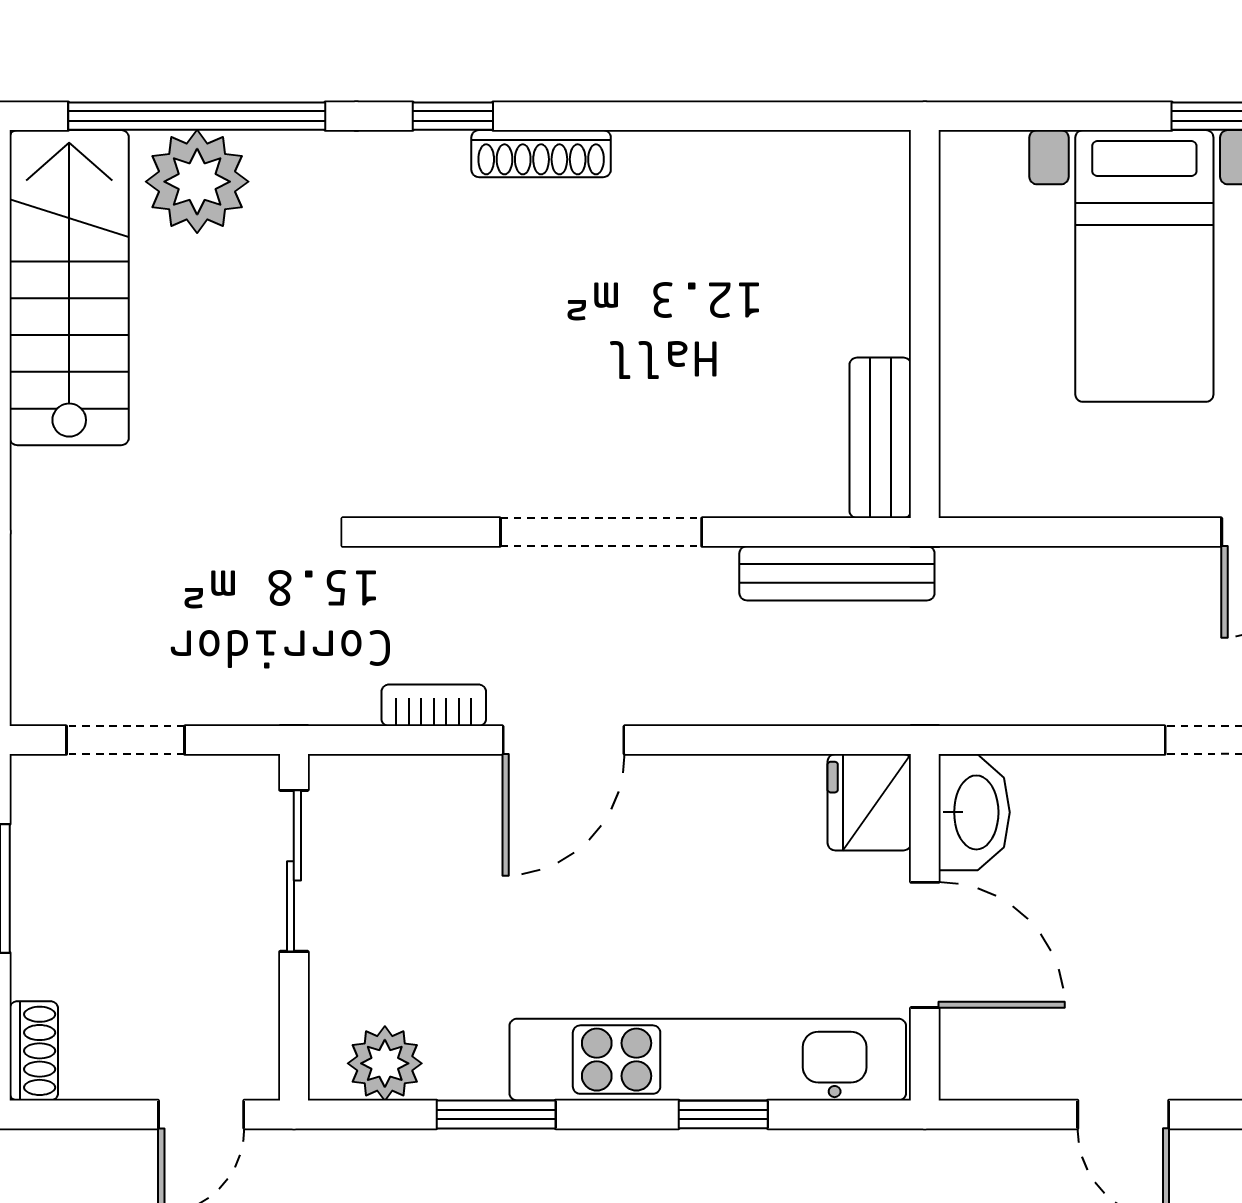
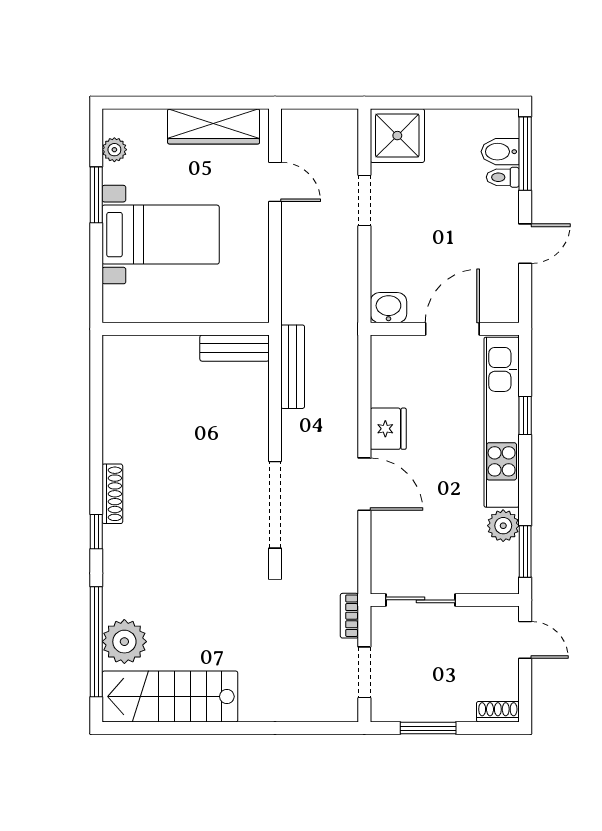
doorway: (601, 532) -> (275, 505), moved
bookcase: (434, 705) -> (349, 616), moved
fridge: (869, 802) -> (388, 429), moved, turned -90
washbasin: (974, 812) -> (388, 308), width x0.72
plant: (385, 1063) -> (503, 526), moved
window: (496, 1114) -> (525, 552), moved

